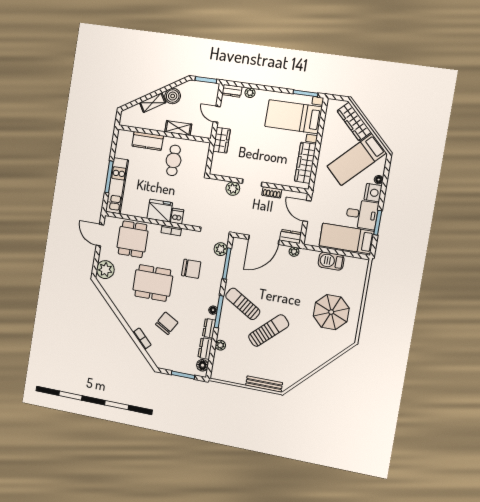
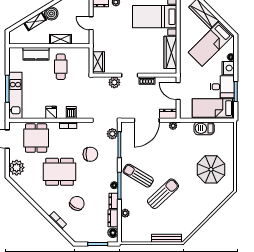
wardrobe: (222, 140) -> (99, 62), moved
fridge: (160, 211) -> (51, 112), width x0.53, depth x0.75

